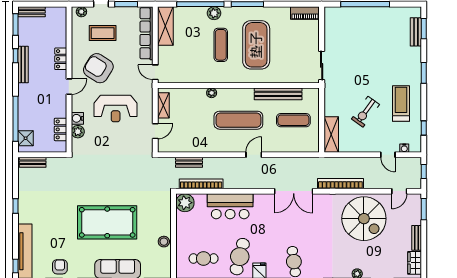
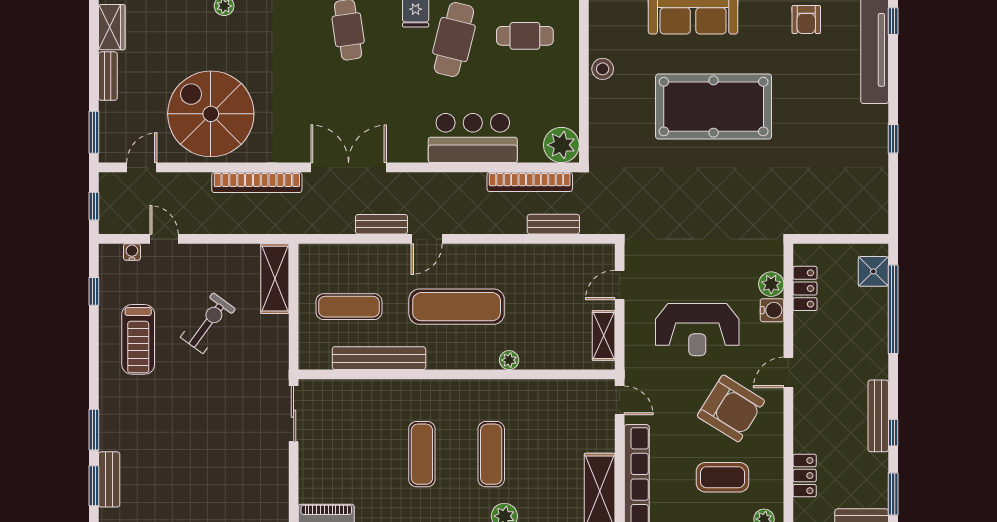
exercise mat: (256, 45) -> (422, 454), width x0.50, depth x0.69
locker: (61, 59) -> (805, 476), moved
window: (424, 73) -> (94, 430), moved
reception desk: (116, 108) -> (697, 330), turned 180
bench: (33, 162) -> (381, 224), moved

